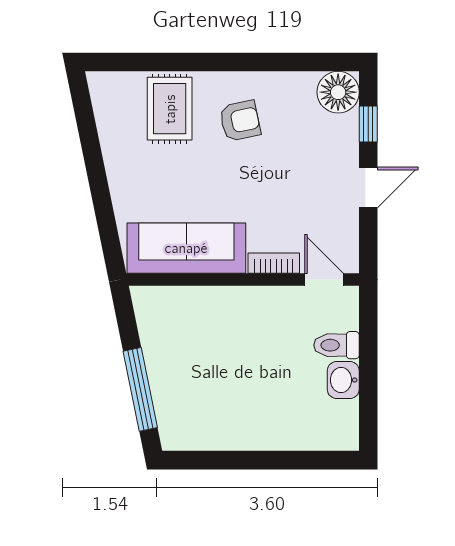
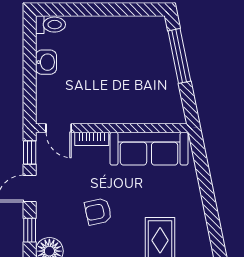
armchair: (240, 121) -> (98, 212), moved
window: (368, 242) -> (30, 152), added
toilet: (336, 345) -> (50, 25), moved

